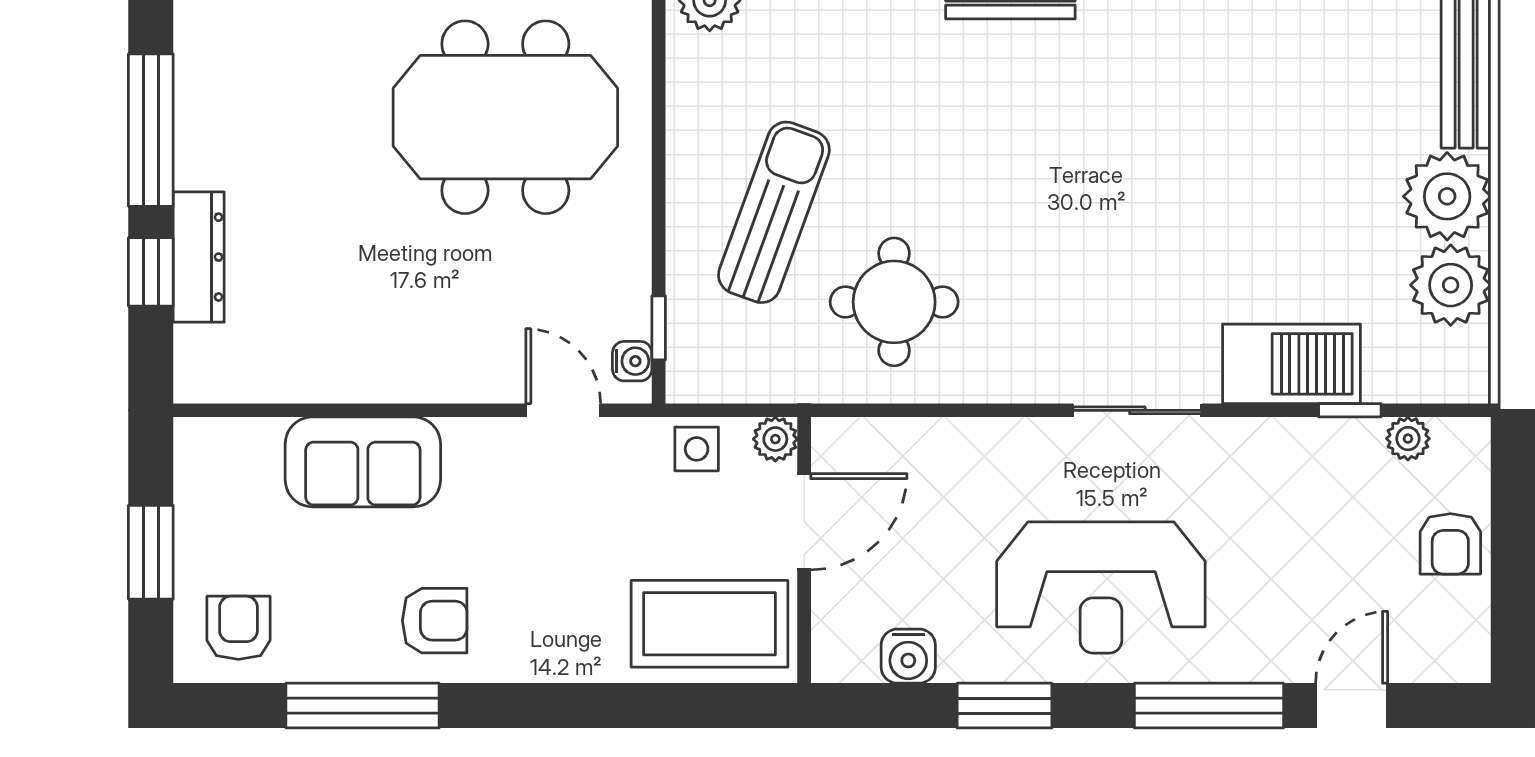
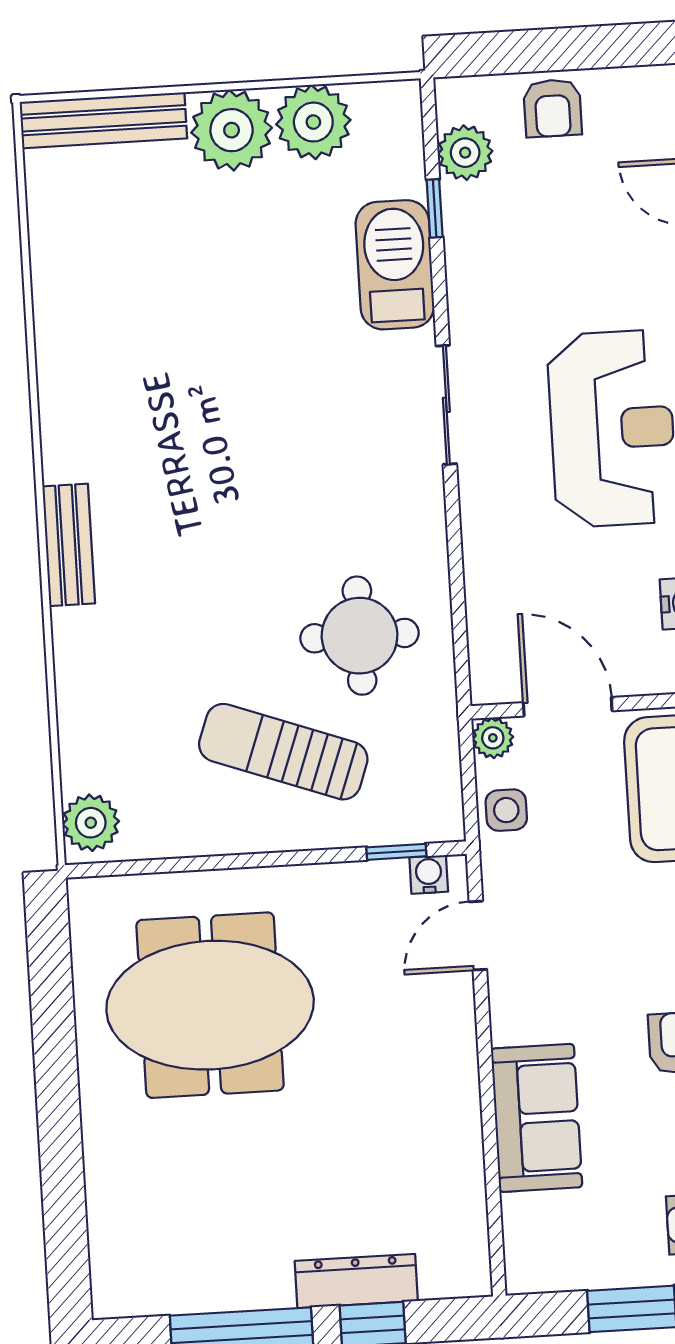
meeting table: (505, 117) -> (210, 1005), turned 90
plant: (1408, 439) -> (465, 153), width x1.38, depth x1.38
armchair: (1450, 544) -> (553, 108), turned 90

